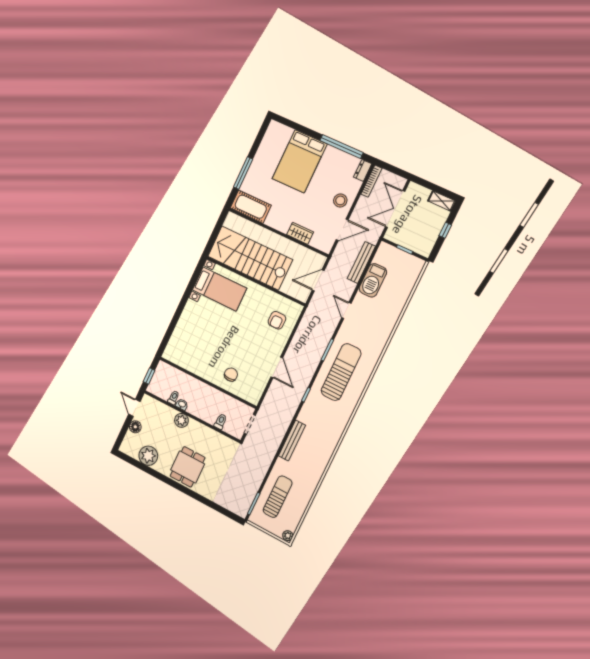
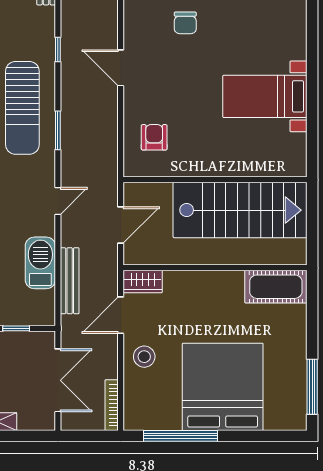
bed: (300, 161) -> (223, 387), width x1.36
dresser: (363, 170) -> (132, 415), removed
window: (243, 173) -> (312, 387), moved
wardrobe: (300, 233) -> (143, 282), moved
bed with nightstands: (219, 289) -> (265, 96), moved
door: (346, 310) -> (58, 201), hinge flipped

